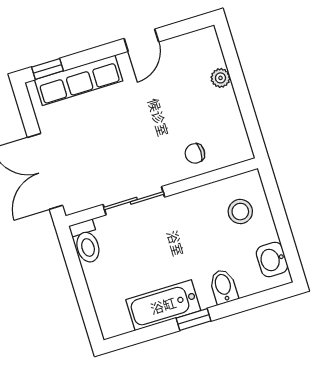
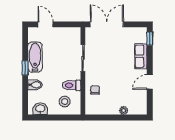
door: (141, 40) -> (150, 82), hinge flipped
row of seats: (79, 80) -> (141, 56), width x0.68
toilet: (86, 242) -> (72, 85), moved
door: (86, 304) -> (46, 24), added

